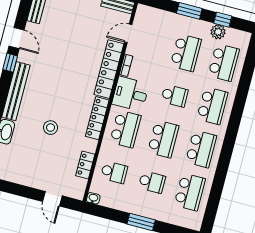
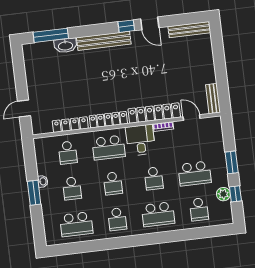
door: (17, 38) -> (150, 23), hinge flipped
school desk: (224, 63) -> (199, 209), width x0.54
stool: (51, 128) -> (84, 83), removed
school desk: (163, 139) -> (113, 183), width x0.54
school desk: (201, 149) -> (117, 219), width x0.54
locker: (85, 165) -> (70, 125), width x1.53
washbasin: (93, 198) -> (43, 181), moved

